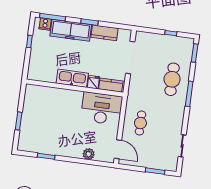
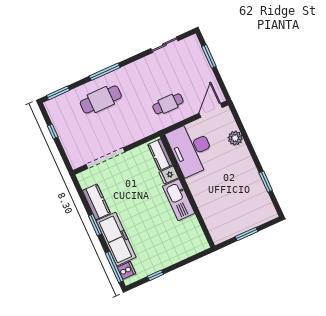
kitchen sink: (72, 78) -> (179, 200), moved
fridge: (93, 82) -> (169, 175), moved
kitchen counter: (111, 85) -> (160, 155), moved
wall: (75, 88) -> (187, 191), moved
desk: (102, 109) -> (191, 149), moved

